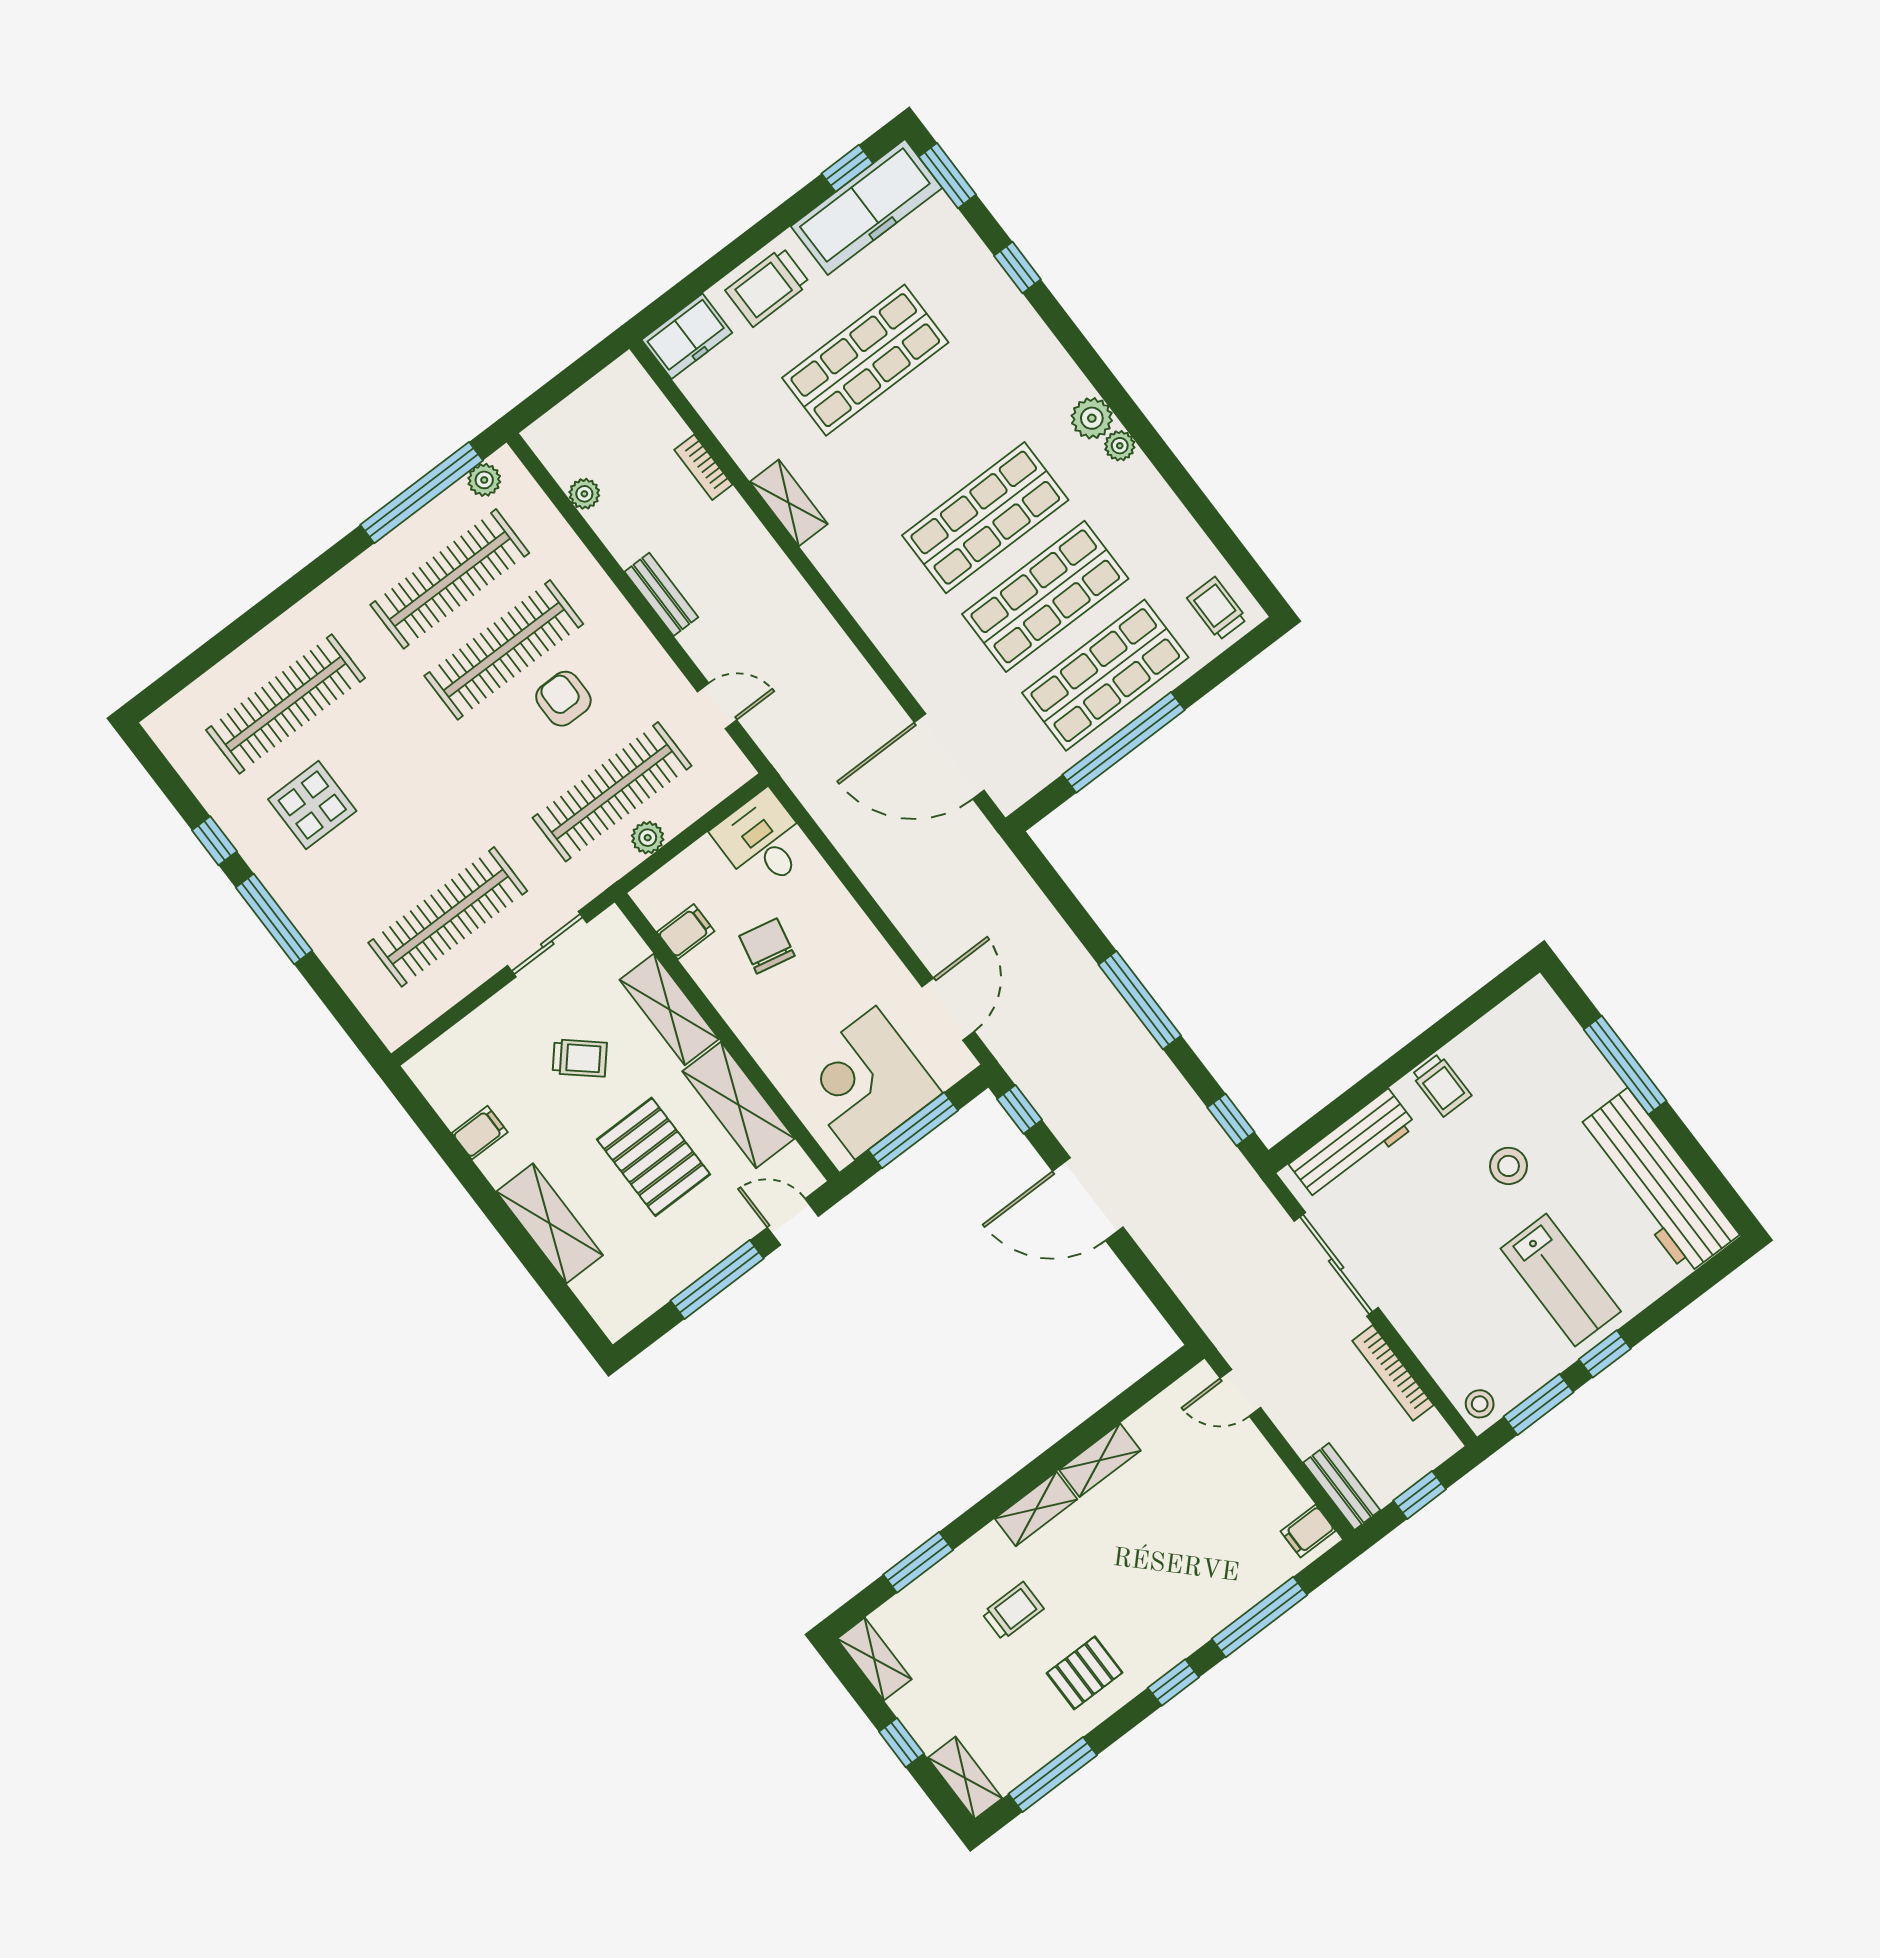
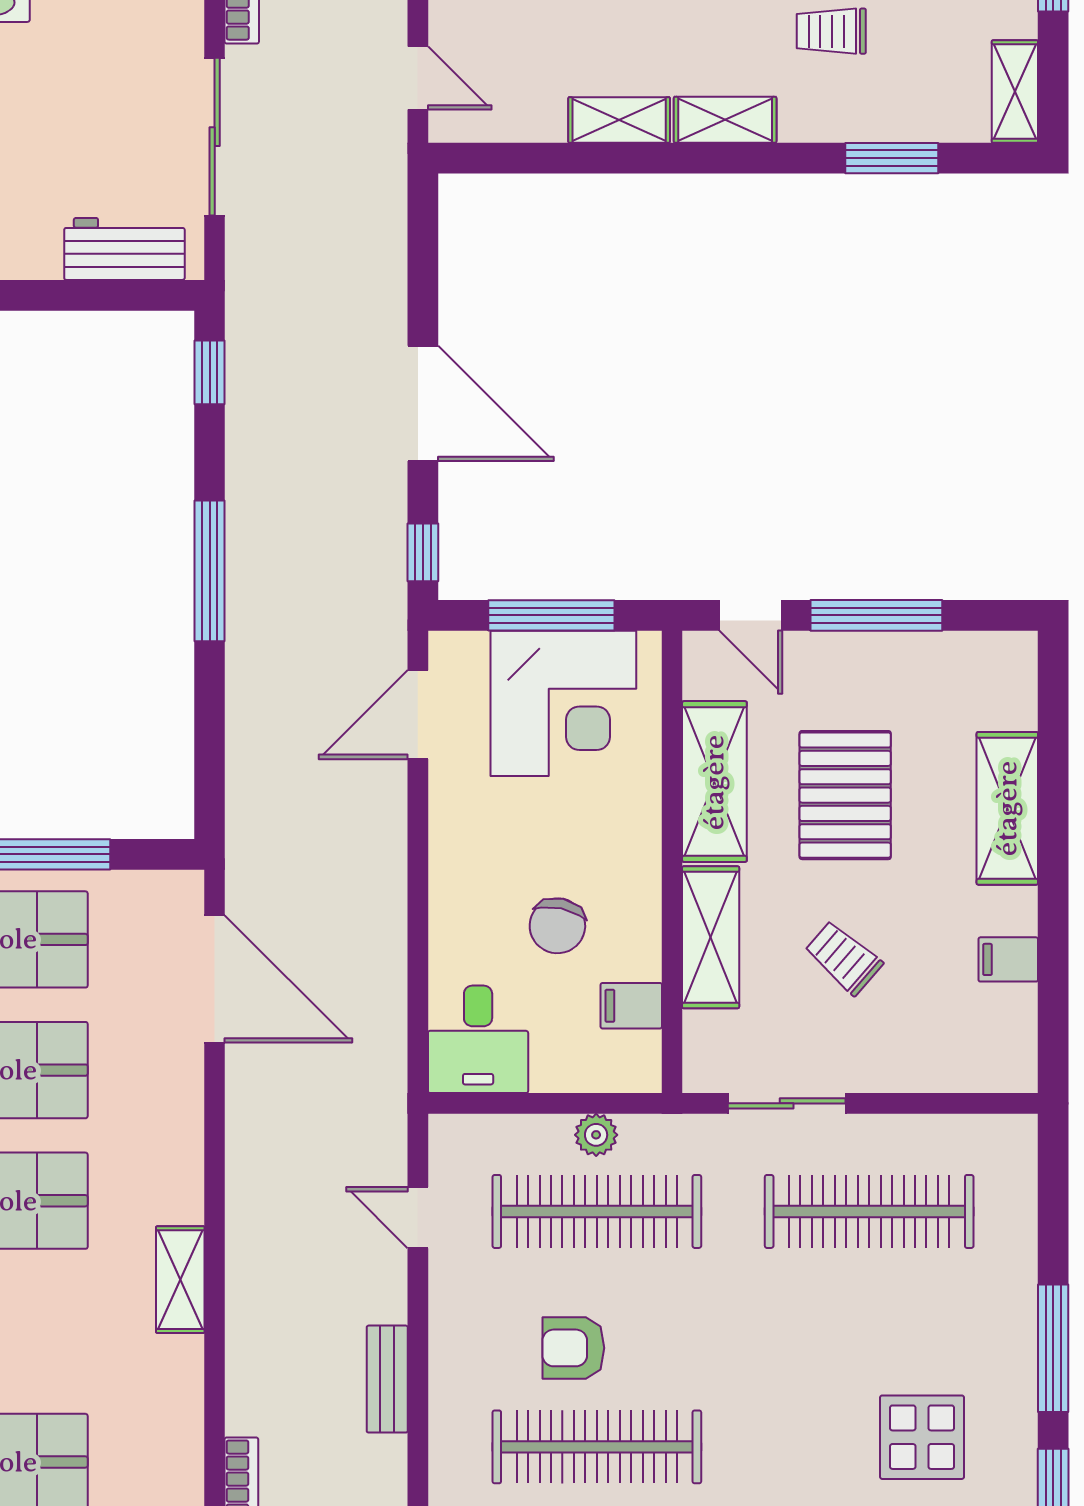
shelving: (789, 503) -> (180, 1280), moved
armchair: (563, 699) -> (573, 1348), turned 90
workbench: (1352, 1145) -> (124, 249), width x0.73

